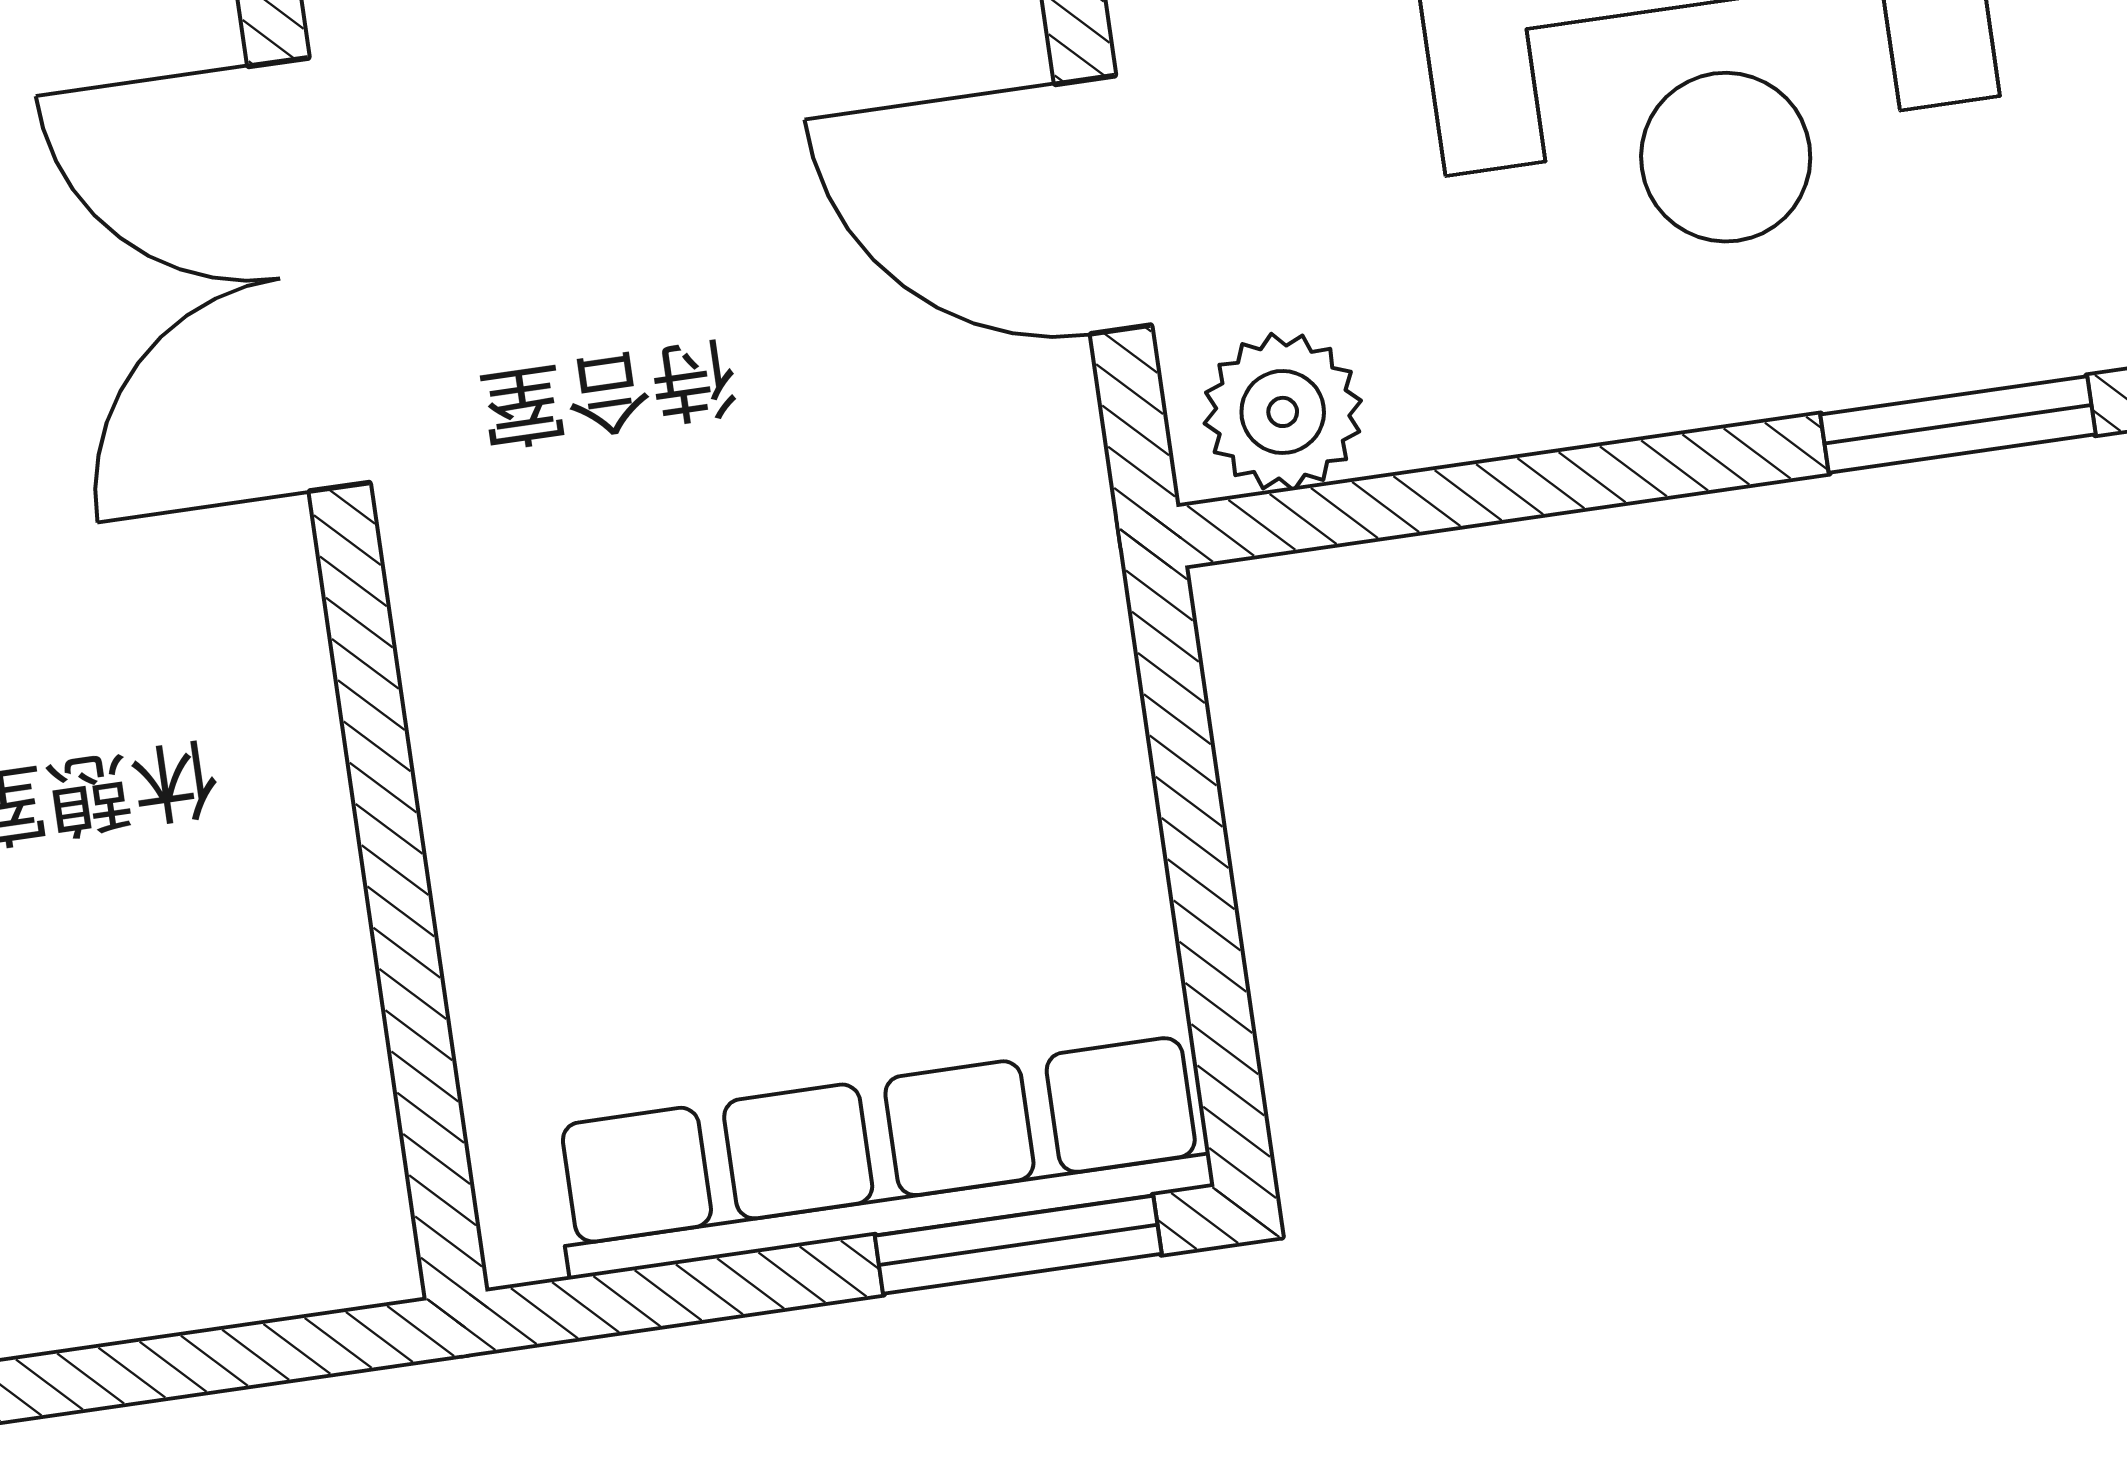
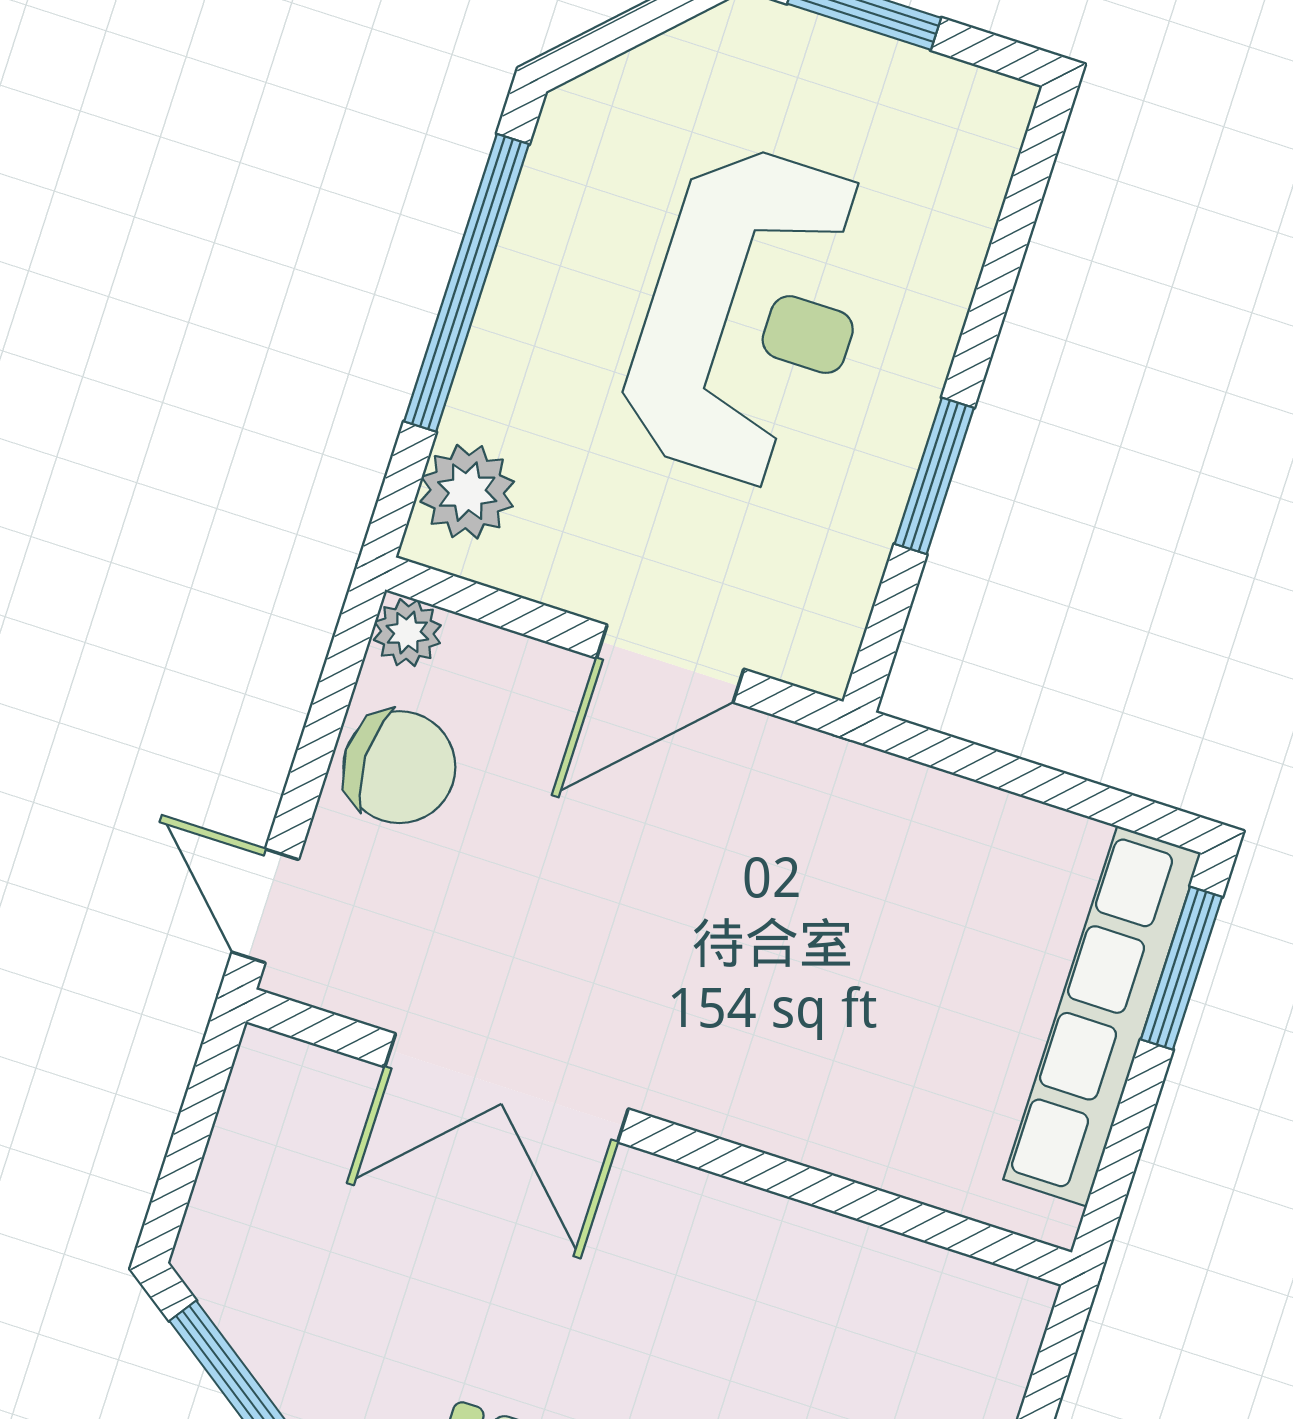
plant: (1283, 412) -> (821, 624), removed
window: (1958, 424) -> (934, 476), moved

